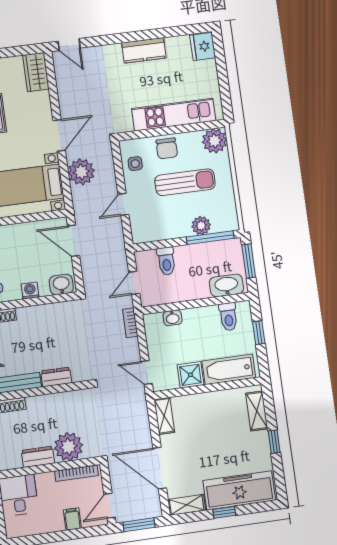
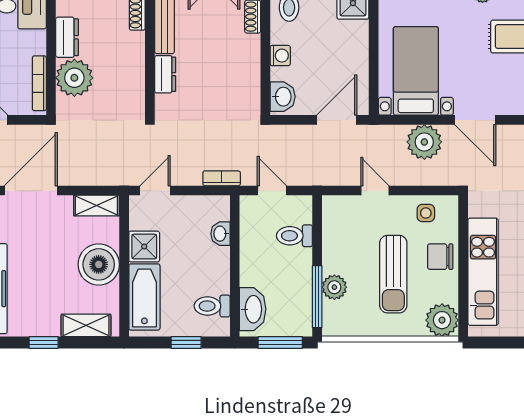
boiler: (209, 408) -> (99, 264), added

